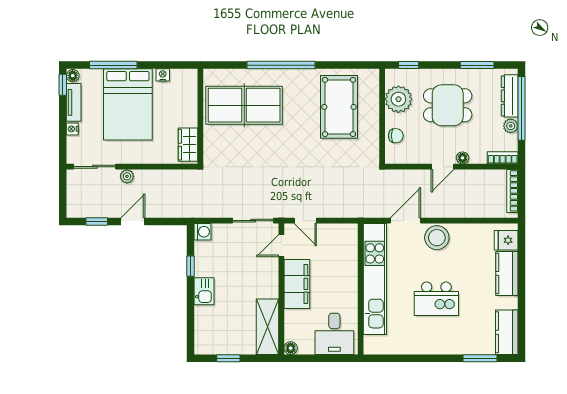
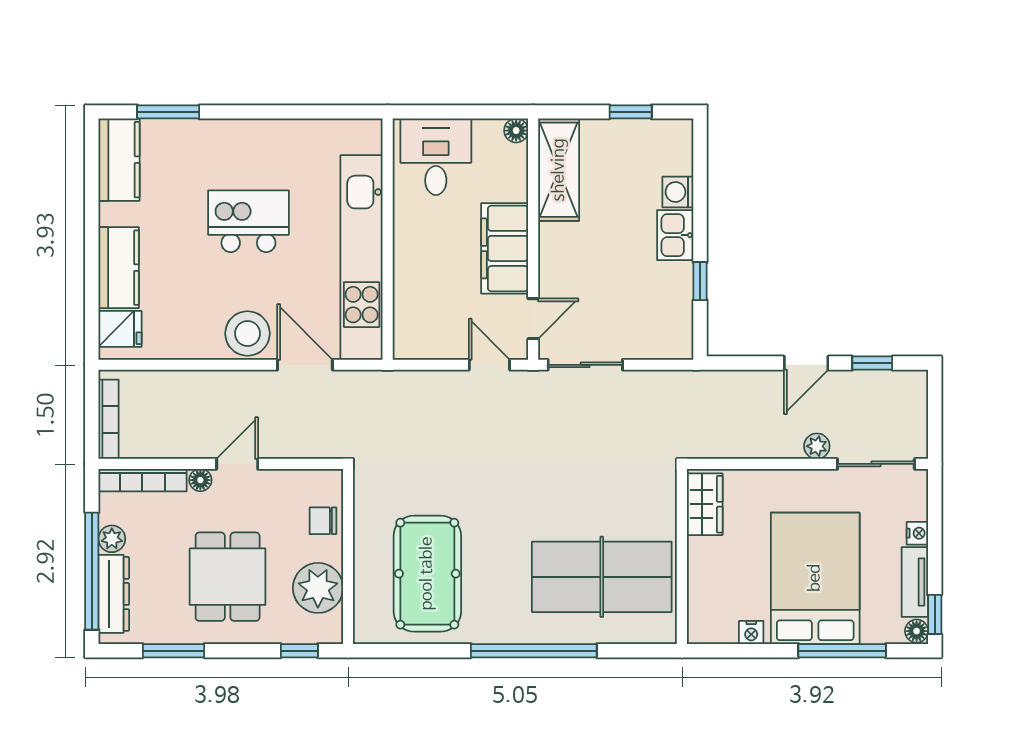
dining table: (448, 105) -> (228, 577), turned 90
bookcase: (503, 158) -> (142, 480), width x1.56
door: (406, 221) -> (305, 365), swing flipped
washing machine: (203, 232) -> (678, 192), moved

